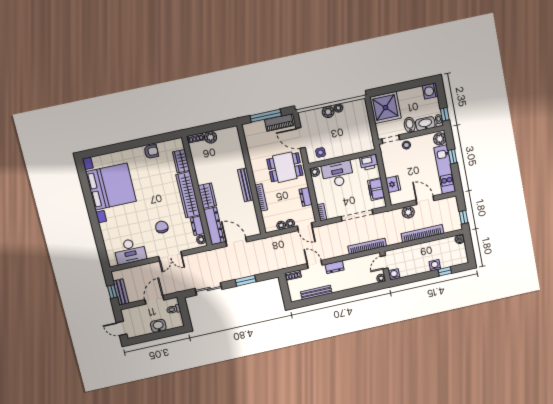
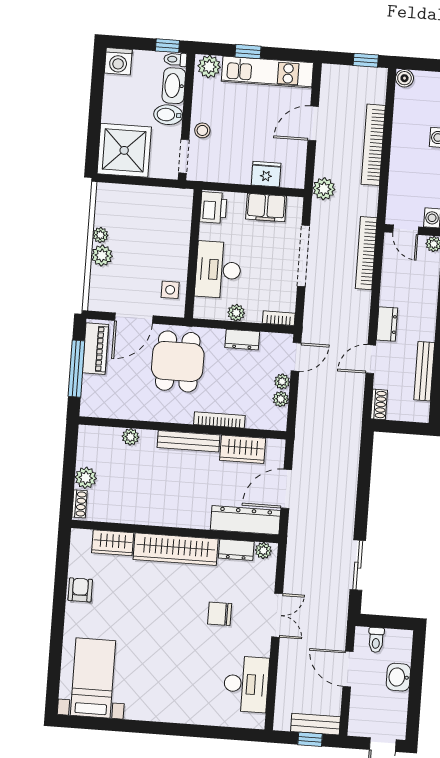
plant: (239, 154) -> (130, 437), added
plant: (315, 172) -> (236, 313), moved
bed with nightstands: (111, 187) -> (93, 678), width x0.54
wardrobe: (207, 196) -> (243, 449), moved, turned 180
plant: (408, 212) -> (324, 189), moved
window: (246, 281) -> (363, 494), removed

